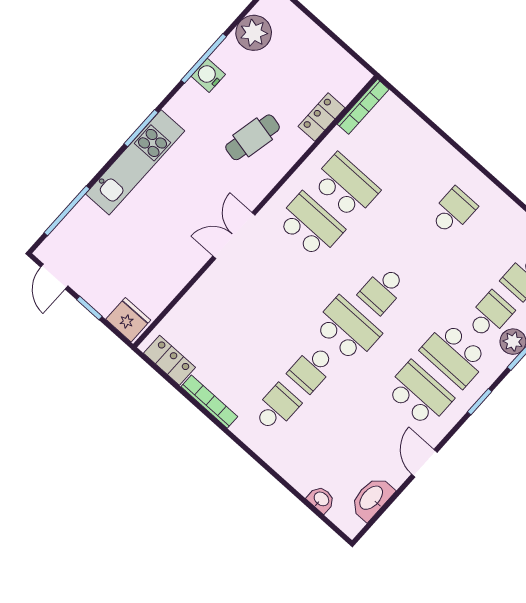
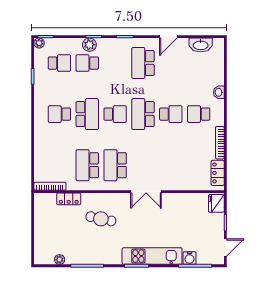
plant: (254, 33) -> (60, 260), width x0.53, depth x0.53
water cooler: (208, 75) -> (189, 258), moved
school desk: (455, 355) -> (87, 114), moved
washbasin: (321, 499) -> (219, 92), moved

